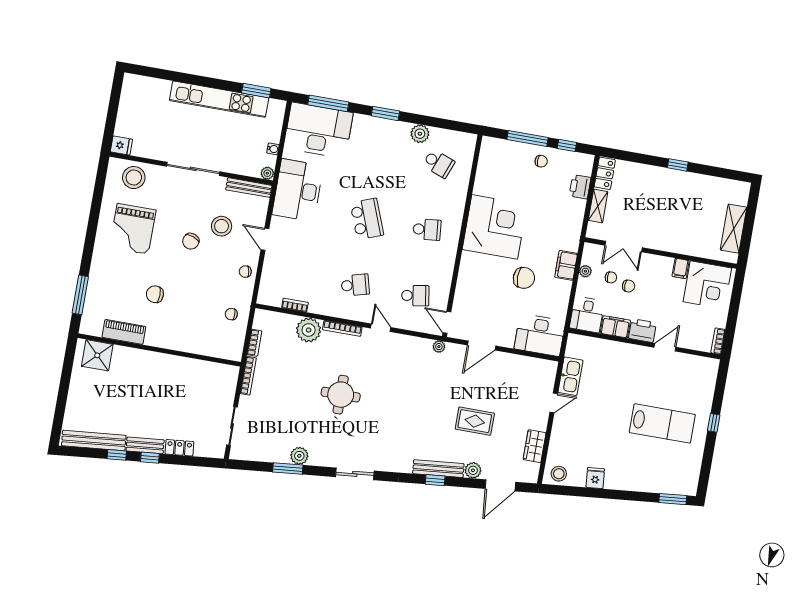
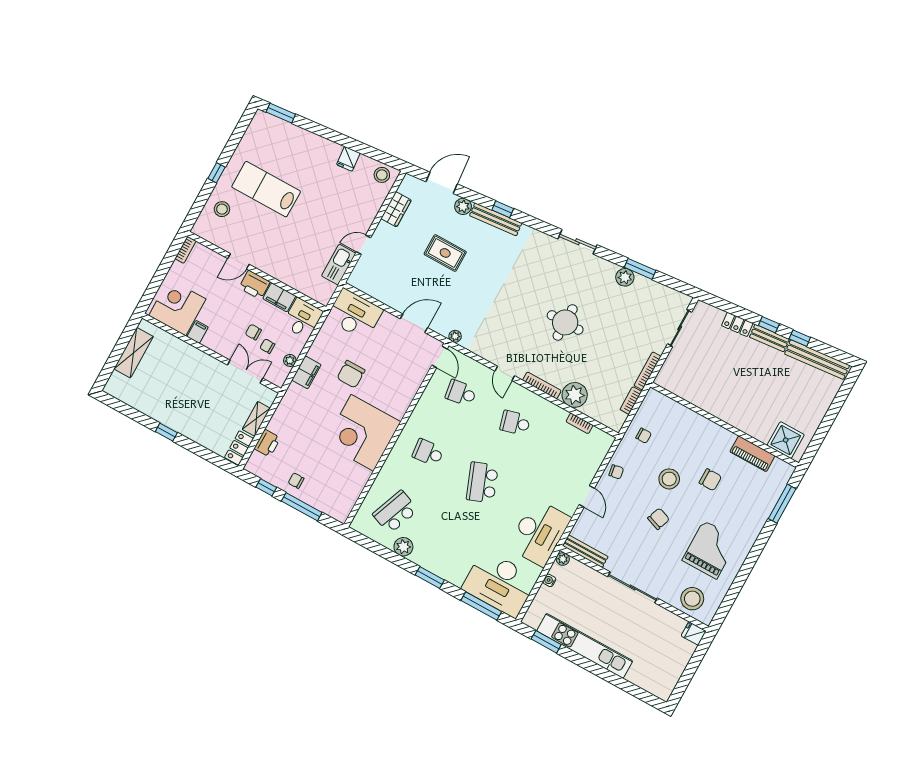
school desk: (439, 163) -> (395, 512), width x1.85
stool: (222, 226) -> (669, 479), moved
chair: (524, 278) -> (351, 374), turned -90
stool: (697, 391) -> (222, 209), added

